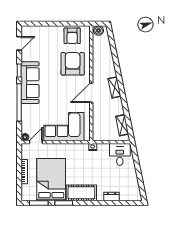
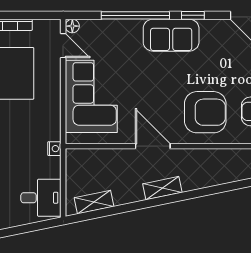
sofa: (30, 83) -> (171, 35), width x0.73

